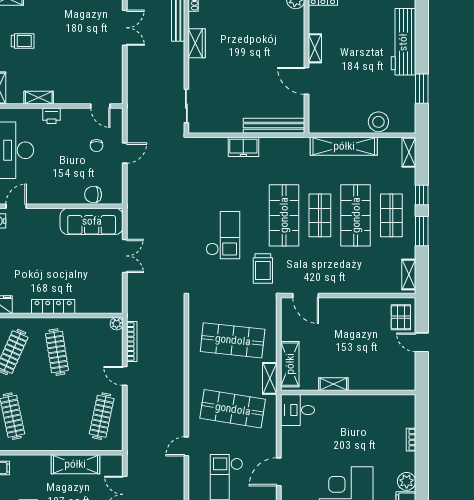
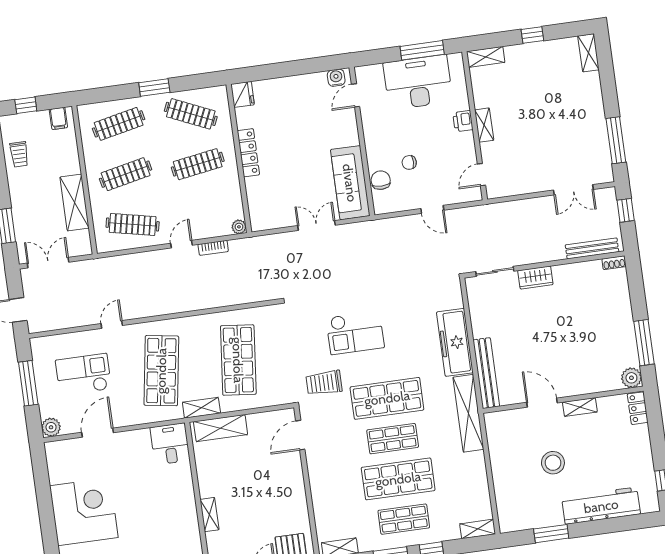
trolley: (23, 41) -> (543, 77), removed
wardrobe: (197, 43) -> (535, 278), moved
door: (307, 81) -> (542, 403), hinge flipped
shelving: (39, 98) -> (484, 125), moved
stool: (378, 122) -> (553, 463), moved
chair: (97, 146) -> (409, 162), moved
shelving: (344, 146) -> (468, 413), moved
freezer: (243, 147) -> (455, 342), width x1.91, depth x1.26
door: (16, 206) -> (356, 95), swing flipped
double door: (125, 256) -> (317, 225), swing flipped
bookcase: (132, 341) -> (213, 248), width x0.64
shelving: (333, 384) -> (209, 515), moved
clothes rail: (57, 416) -> (126, 174), added
door: (186, 446) -> (112, 325), hinge flipped
door: (279, 472) -> (98, 433), hinge flipped

